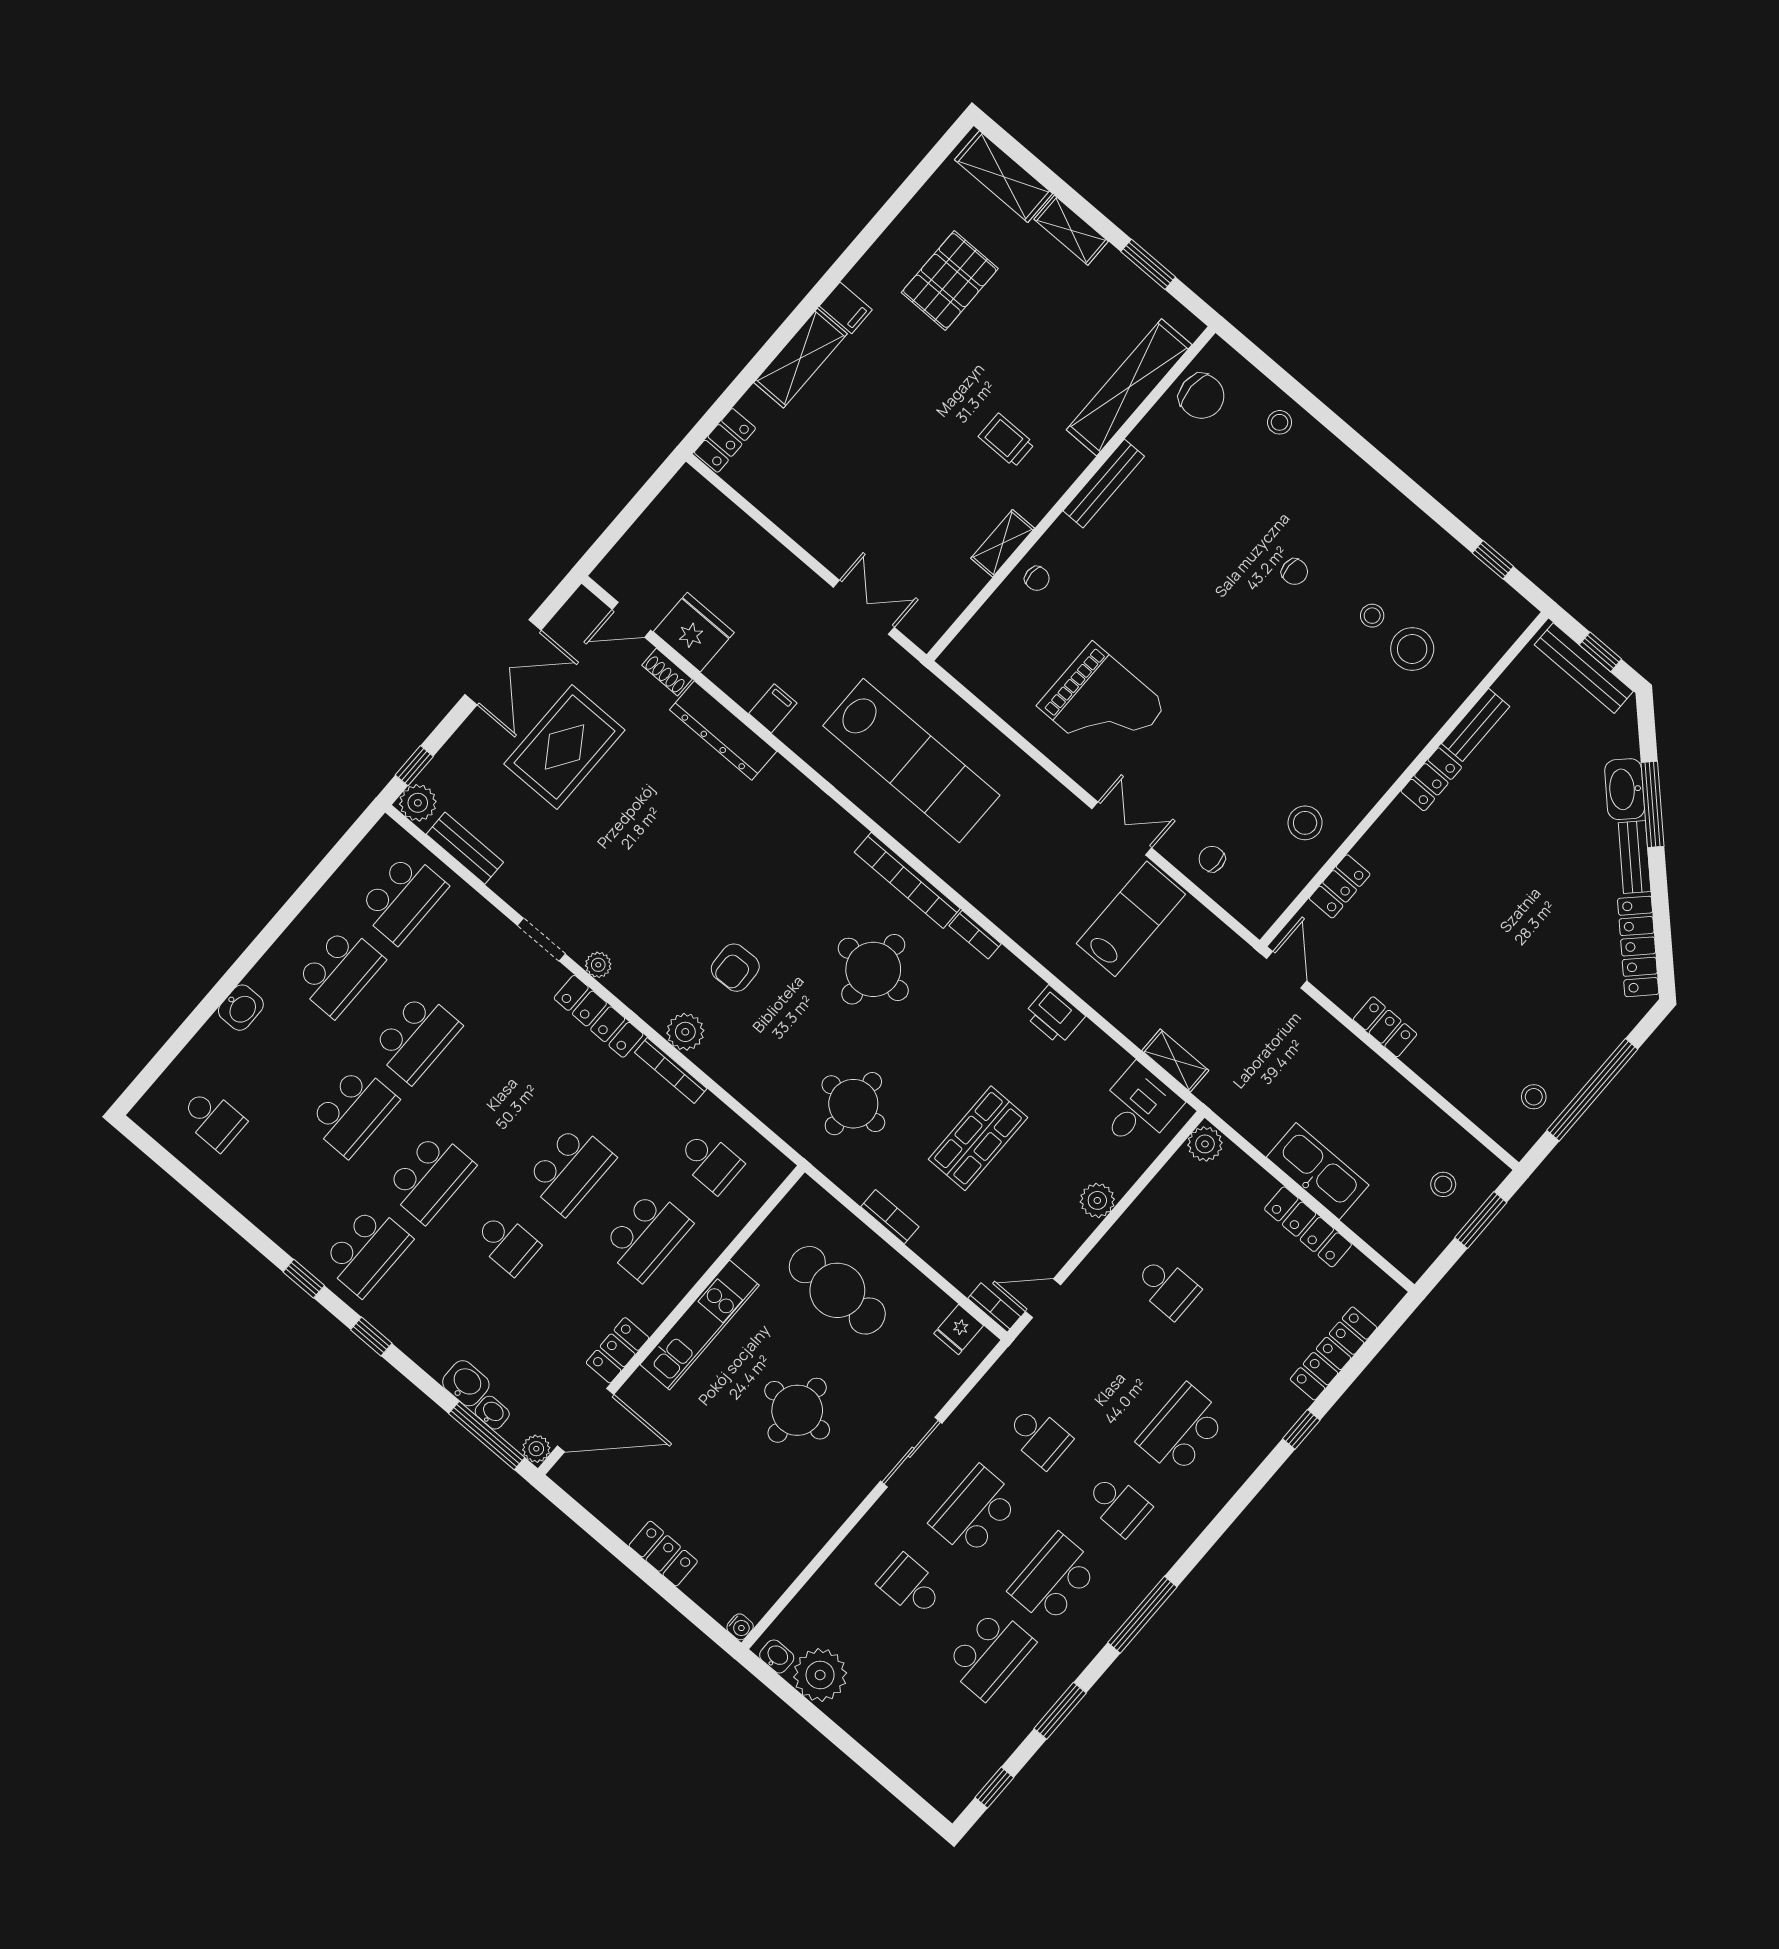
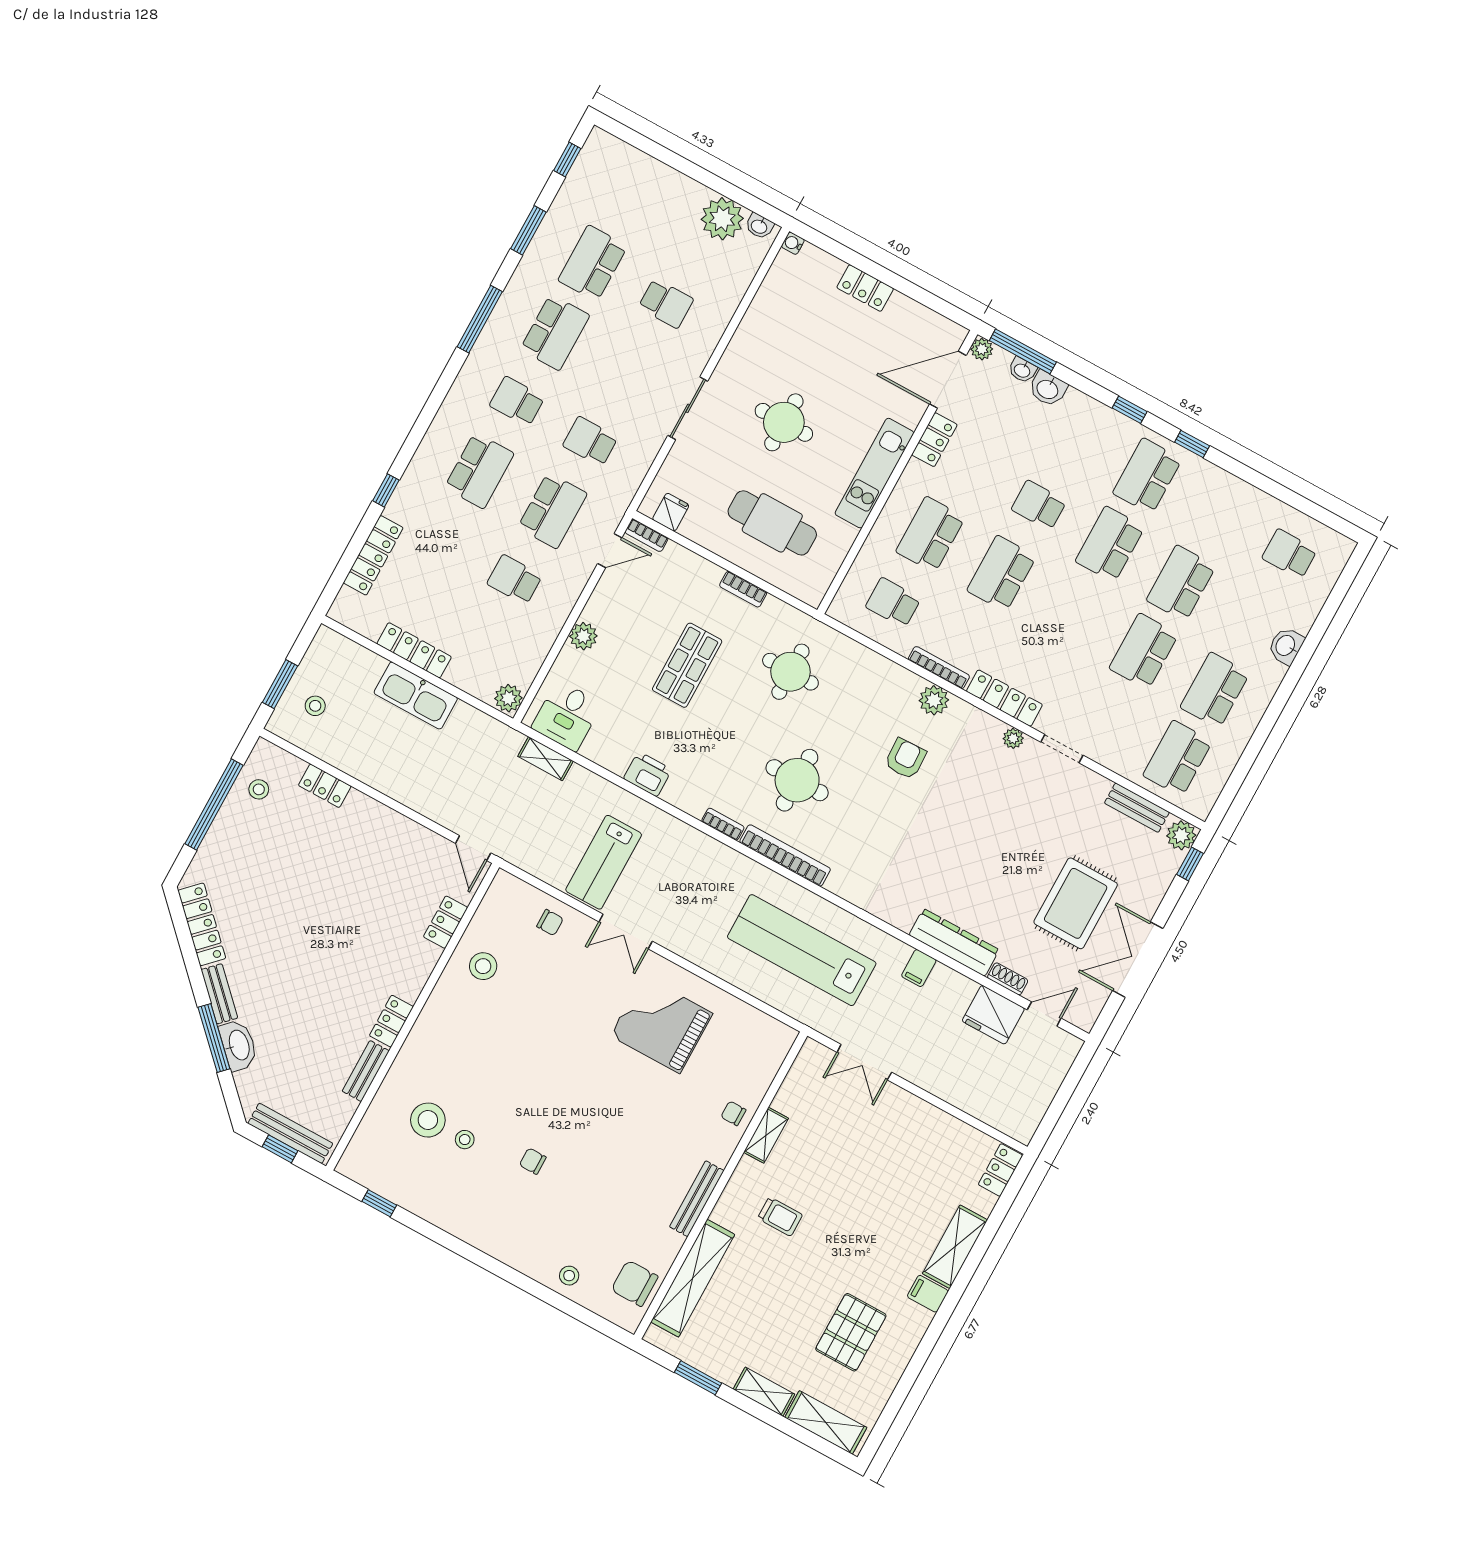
locker: (1385, 1027) -> (325, 786), moved
school desk: (975, 1511) -> (552, 511), moved

